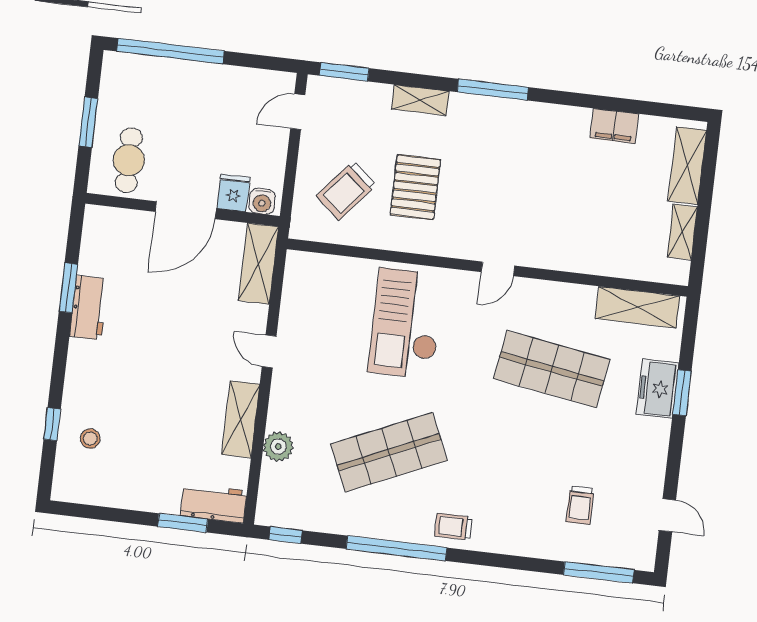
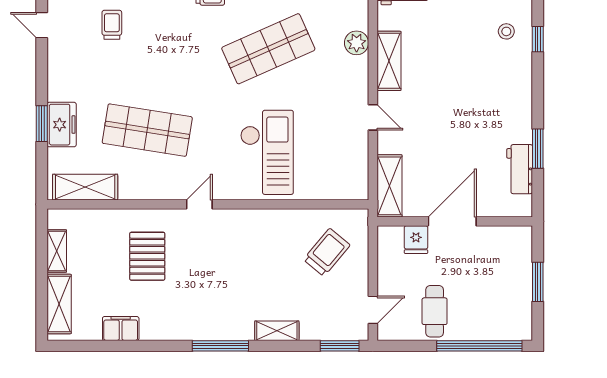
cafe table: (129, 160) -> (435, 311), moved
pallet: (415, 187) -> (147, 256), moved
water cooler: (262, 201) -> (393, 236), removed
workbench: (89, 308) -> (520, 169), moved

